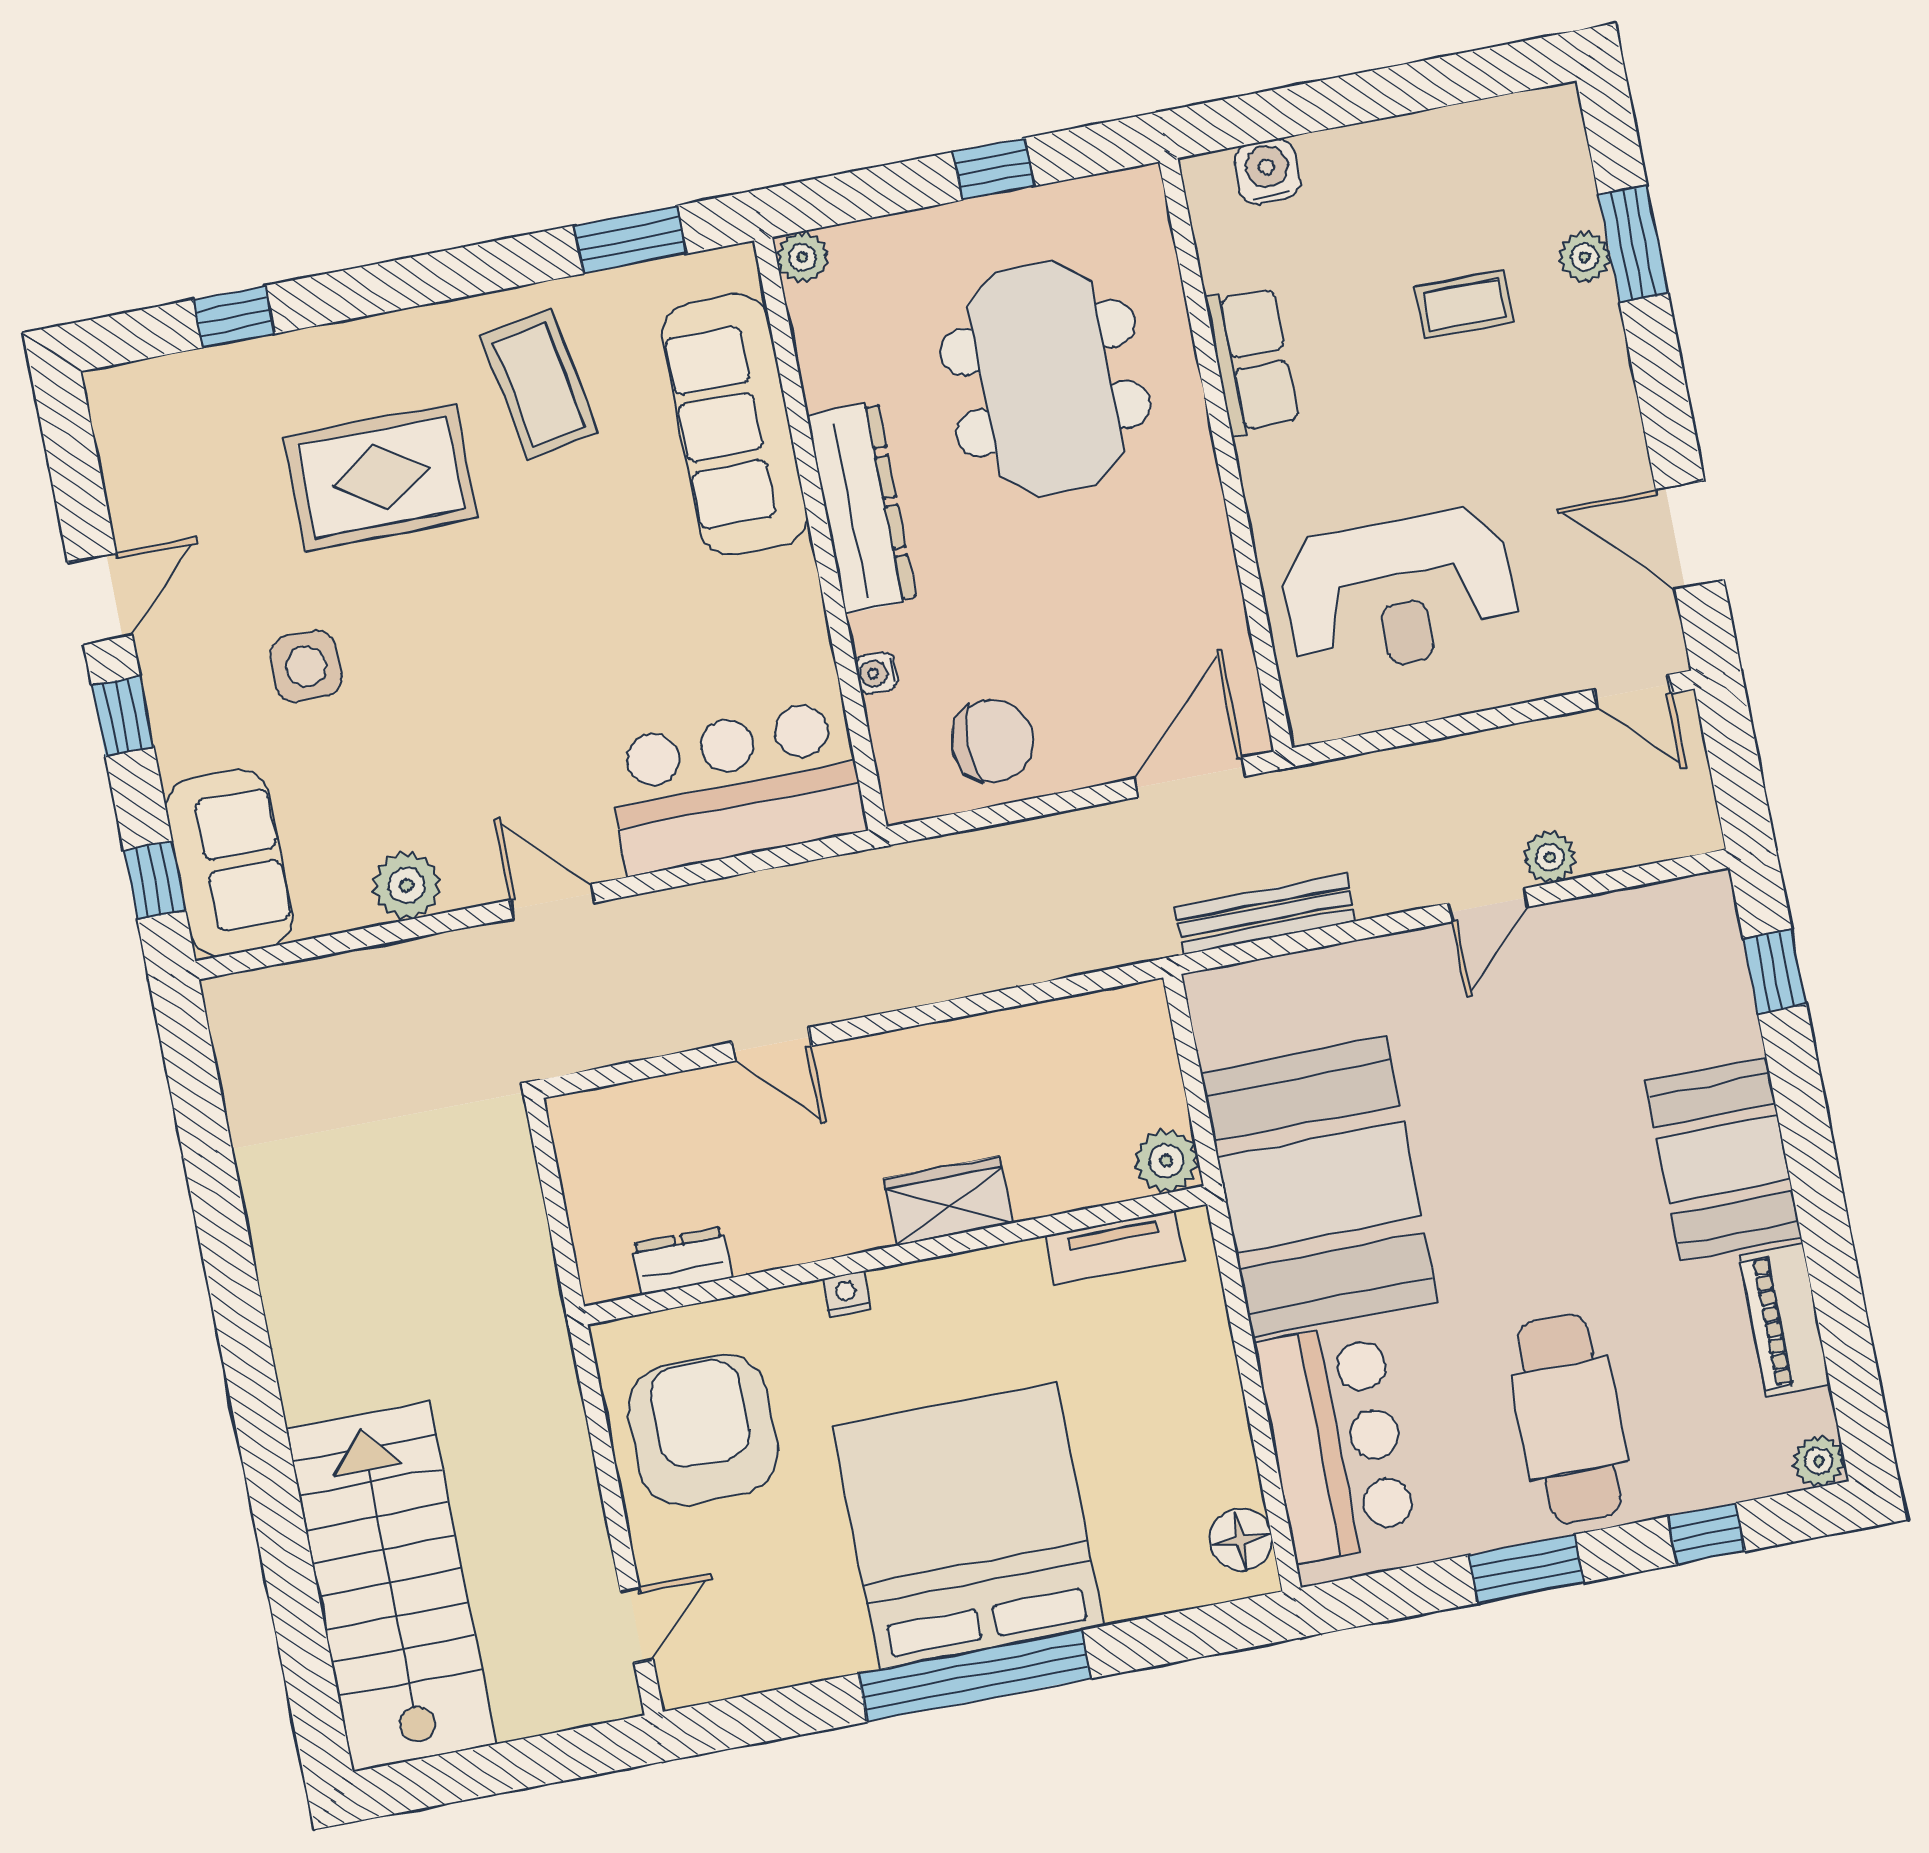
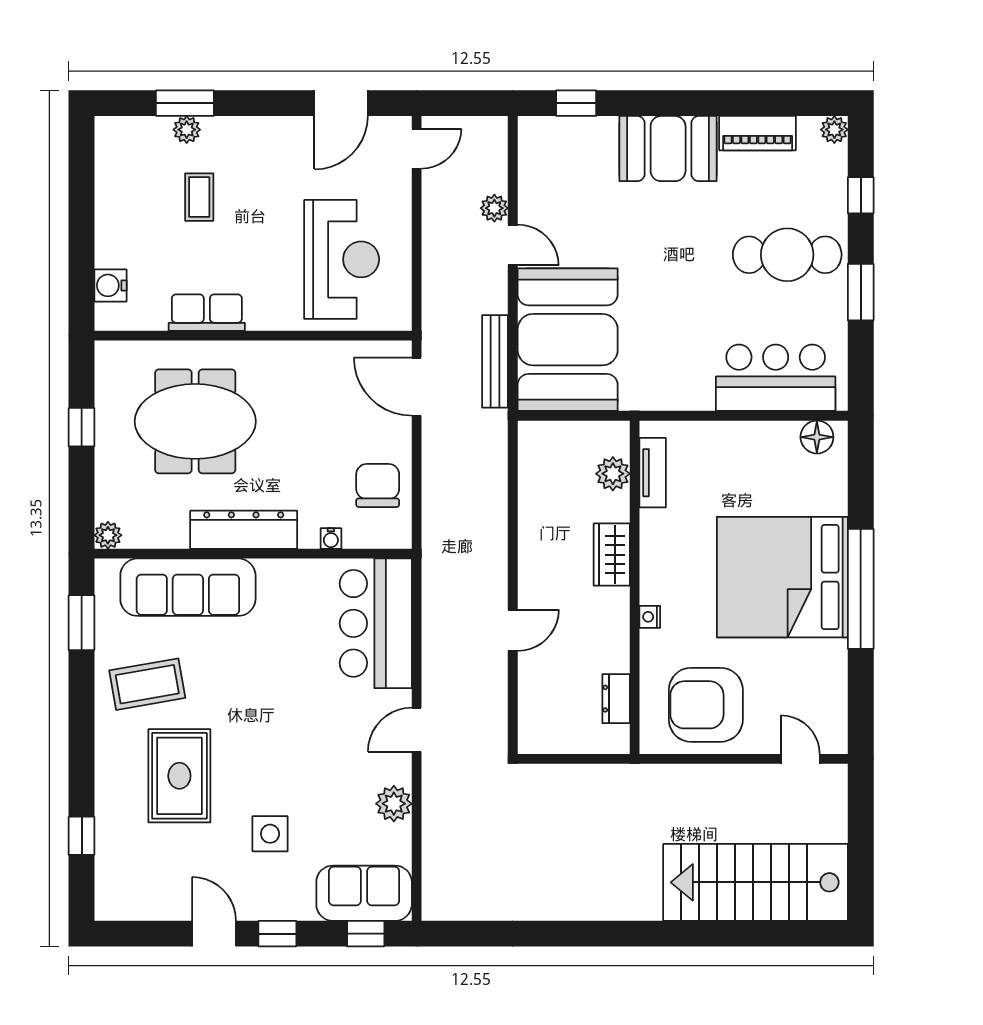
plant: (1166, 1161) -> (613, 474), moved
booth: (1319, 1187) -> (568, 340), moved, turned 90

